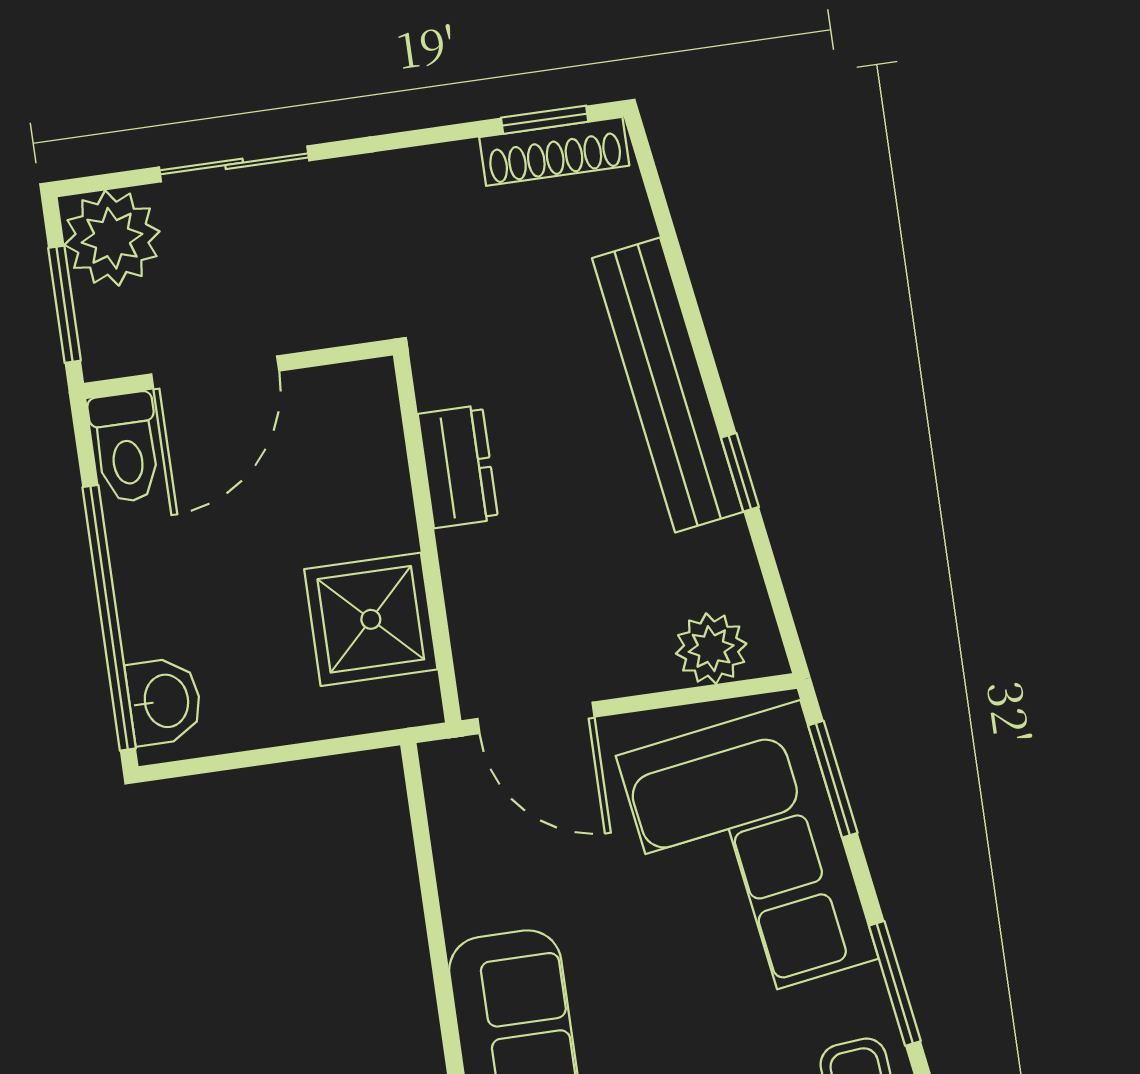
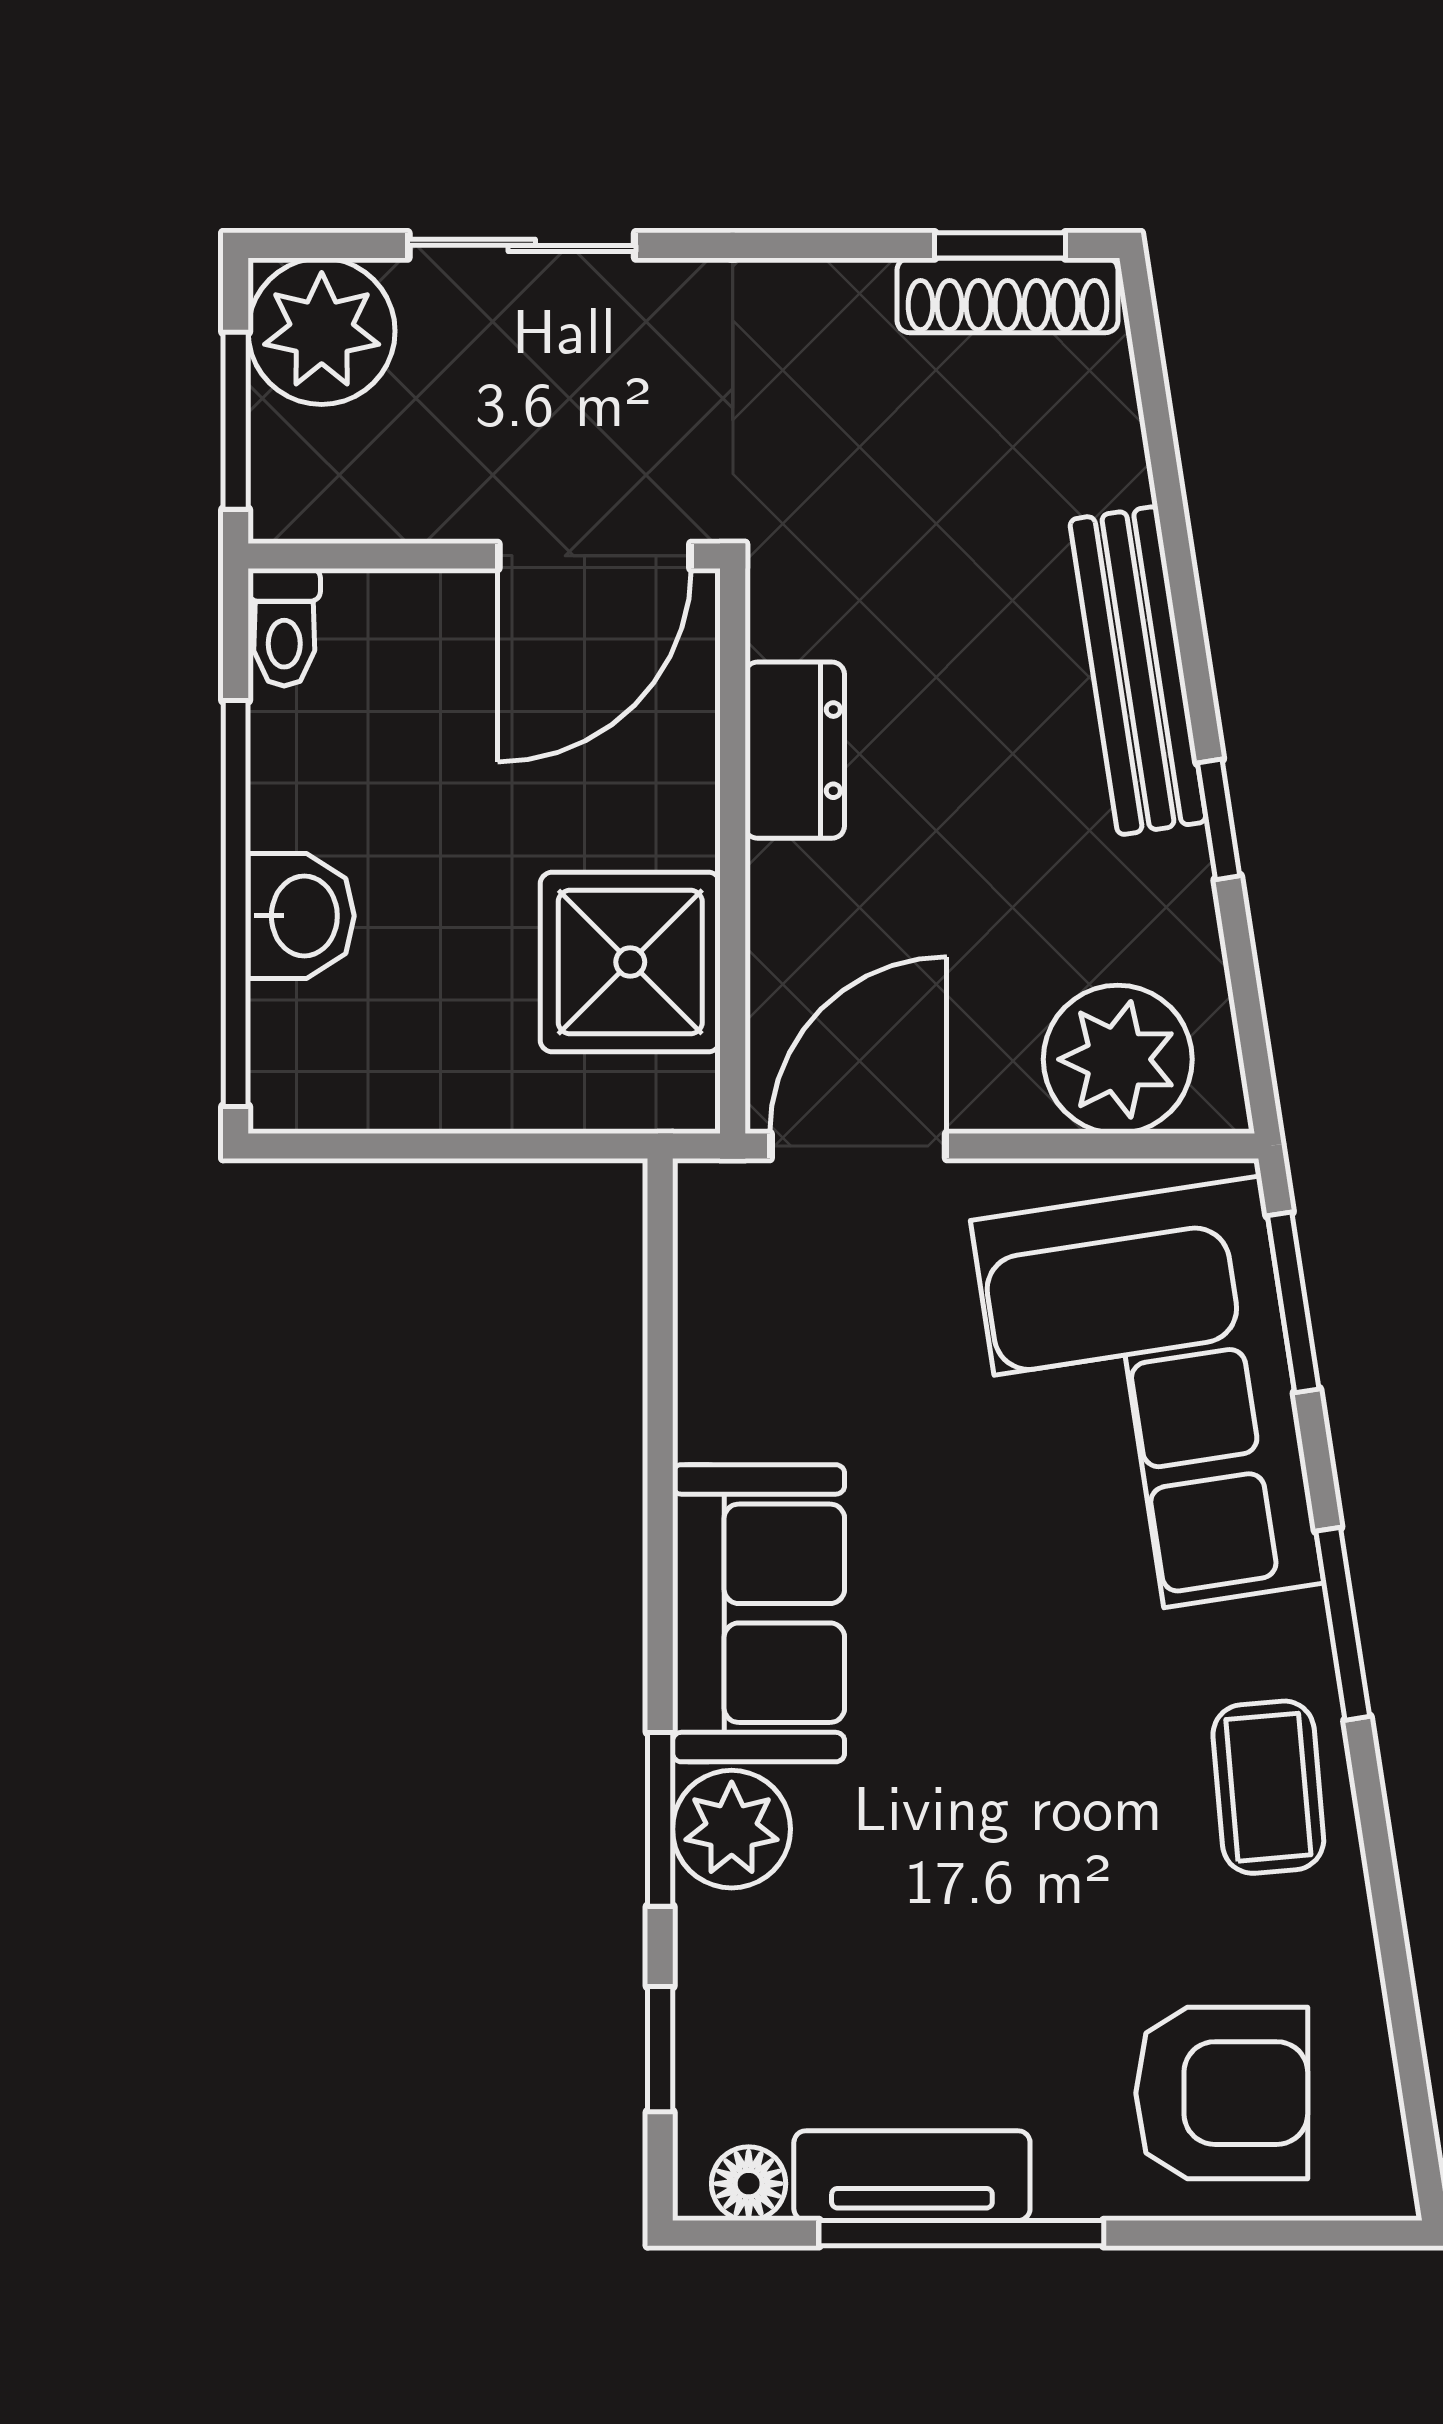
door: (215, 372) -> (594, 556), moved
bench: (668, 385) -> (1138, 671), width x0.73, depth x0.82
toilet: (126, 447) -> (284, 627), width x0.73, depth x0.72
plant: (711, 649) -> (1118, 1059), width x1.36, depth x1.36
washbasin: (164, 701) -> (301, 916), moved
door: (536, 718) -> (858, 1146), swing flipped

